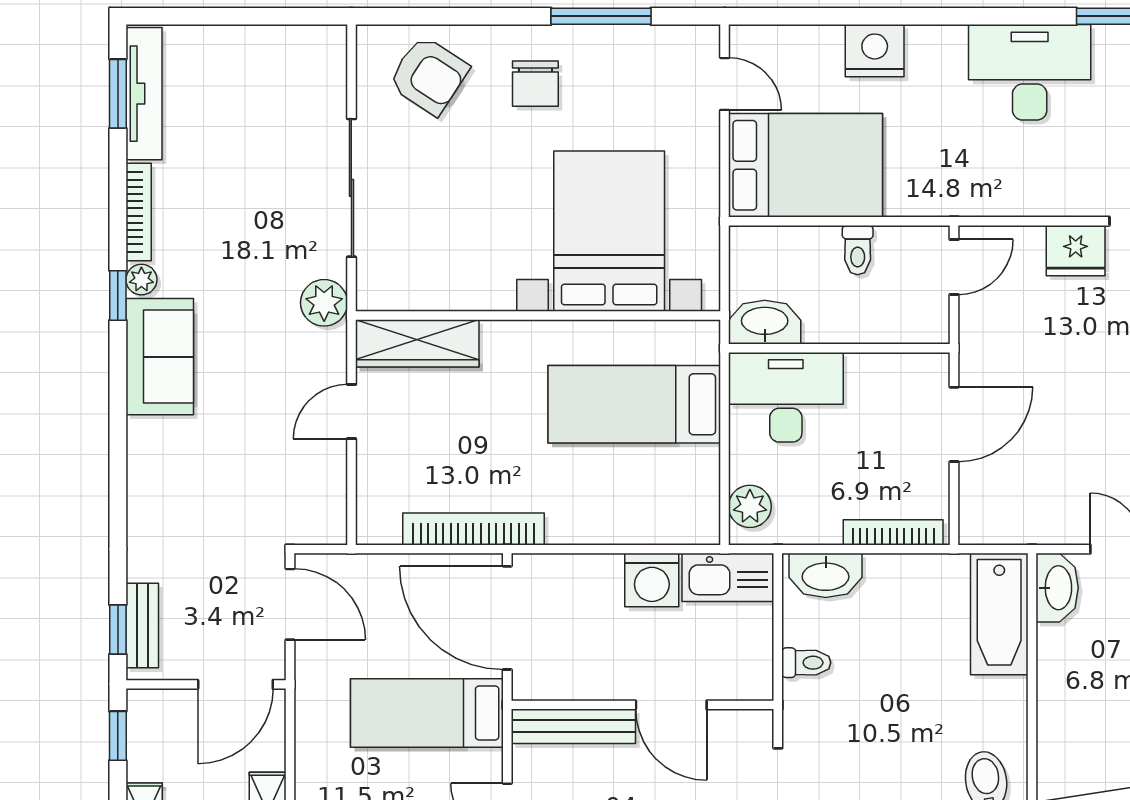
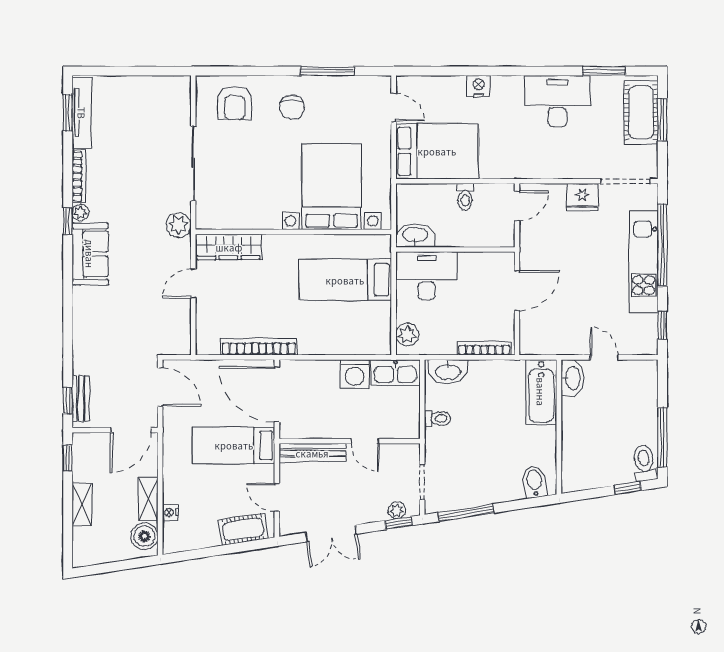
nightstand: (875, 51) -> (478, 86), width x0.74, depth x0.75
armchair: (429, 75) -> (235, 103), turned 57
door: (671, 705) -> (365, 441), width x0.73

